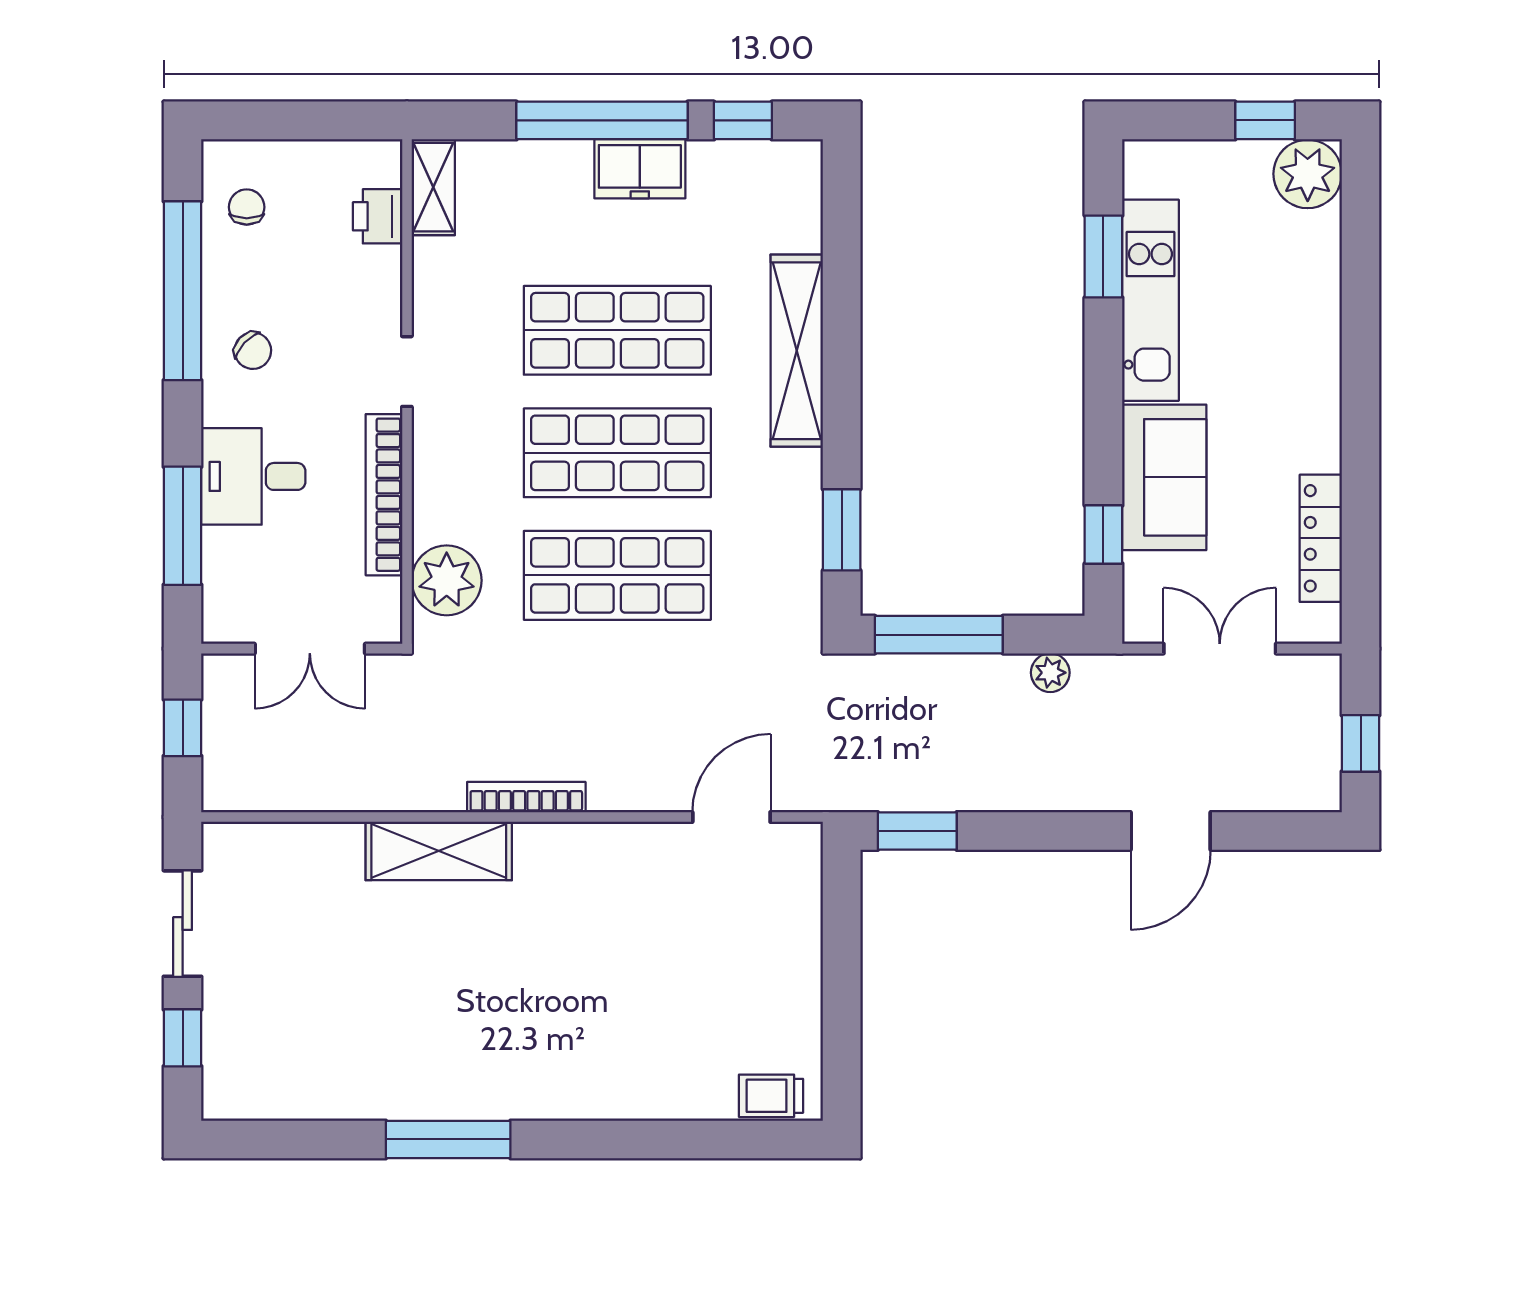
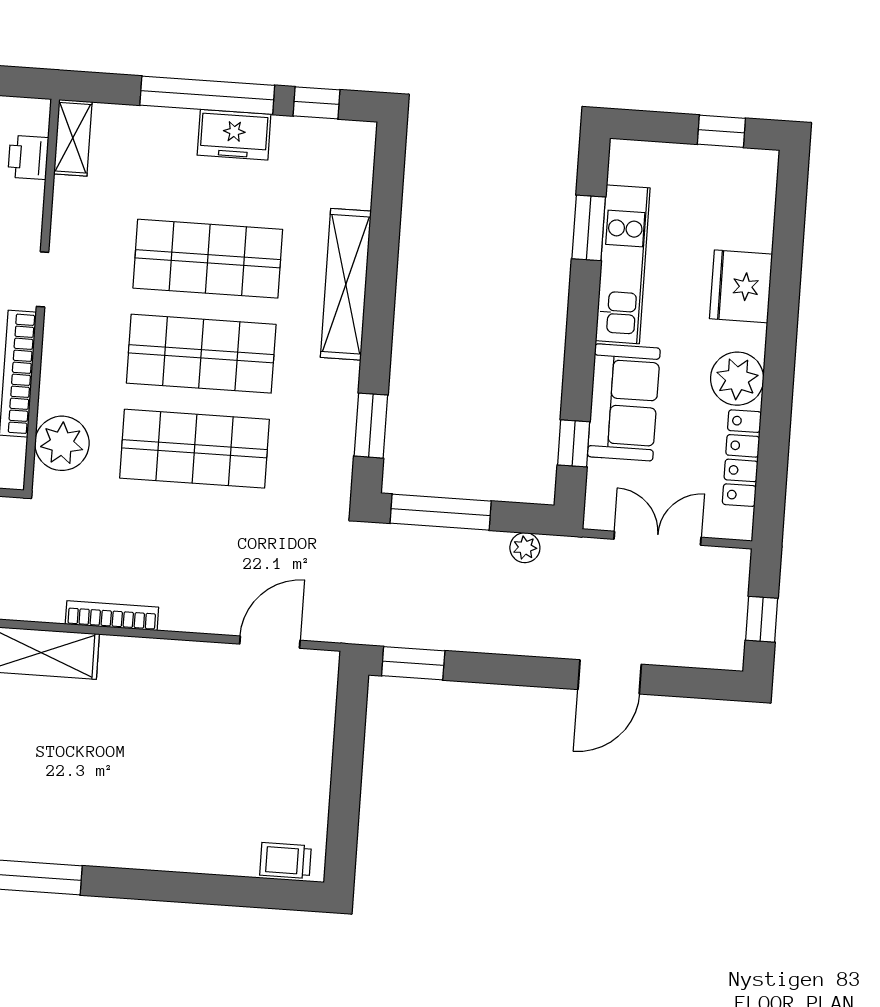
plant: (1308, 174) -> (737, 379), moved
fridge: (1304, 318) -> (741, 286), added

